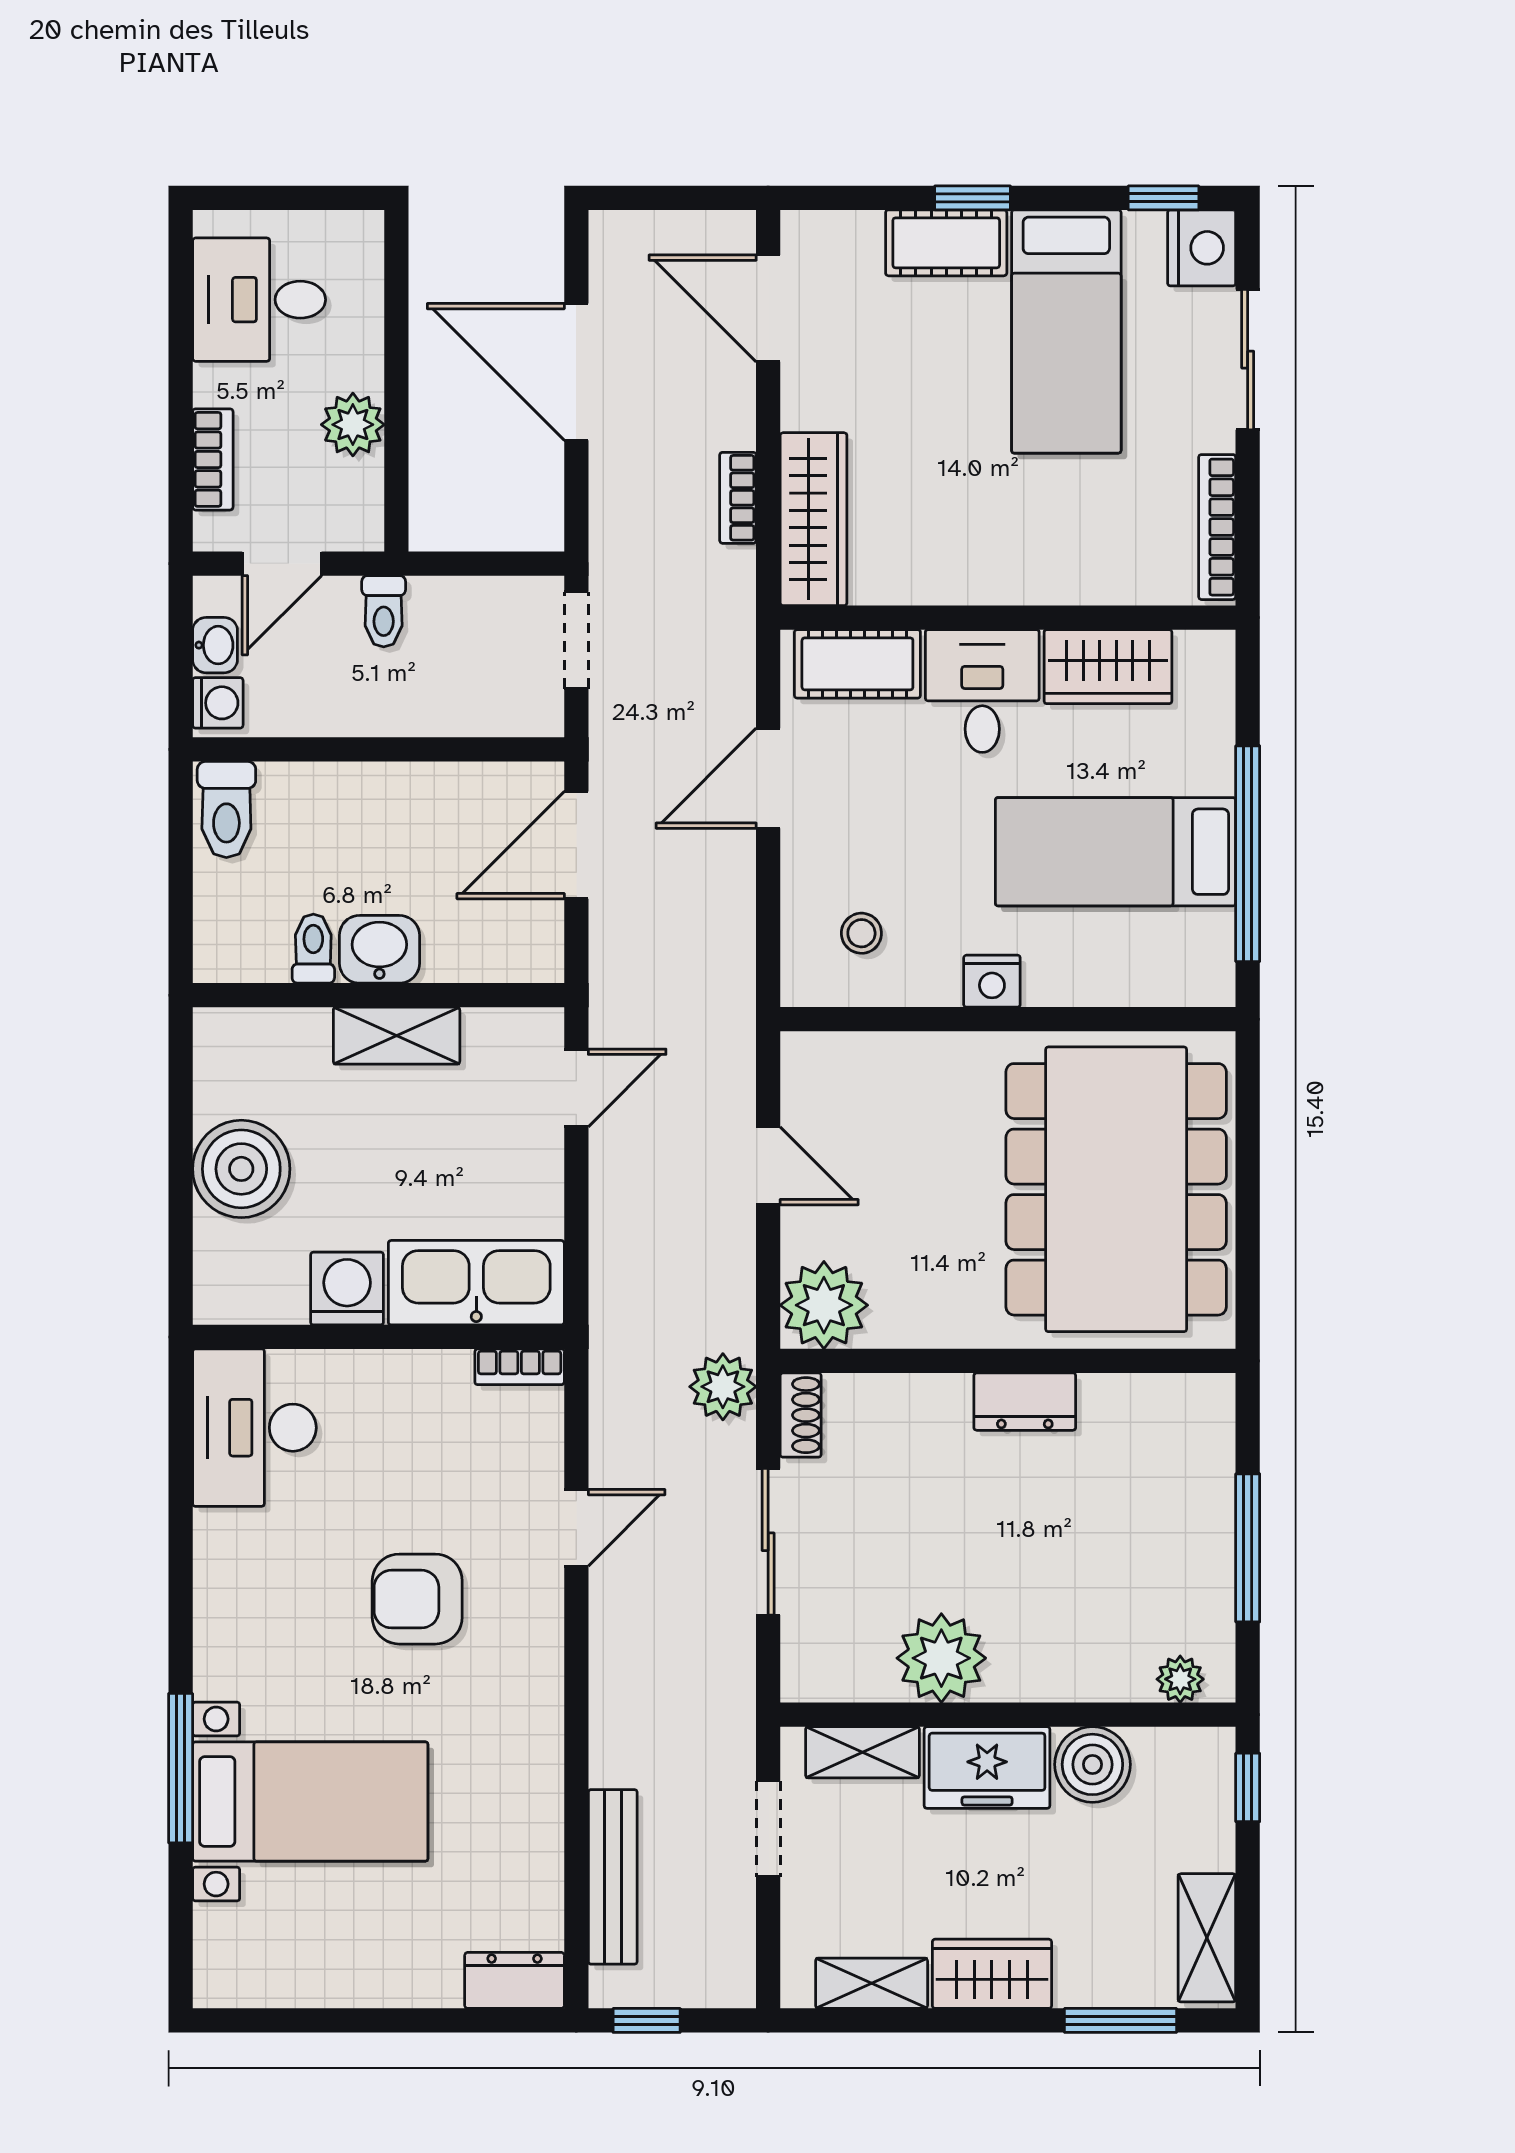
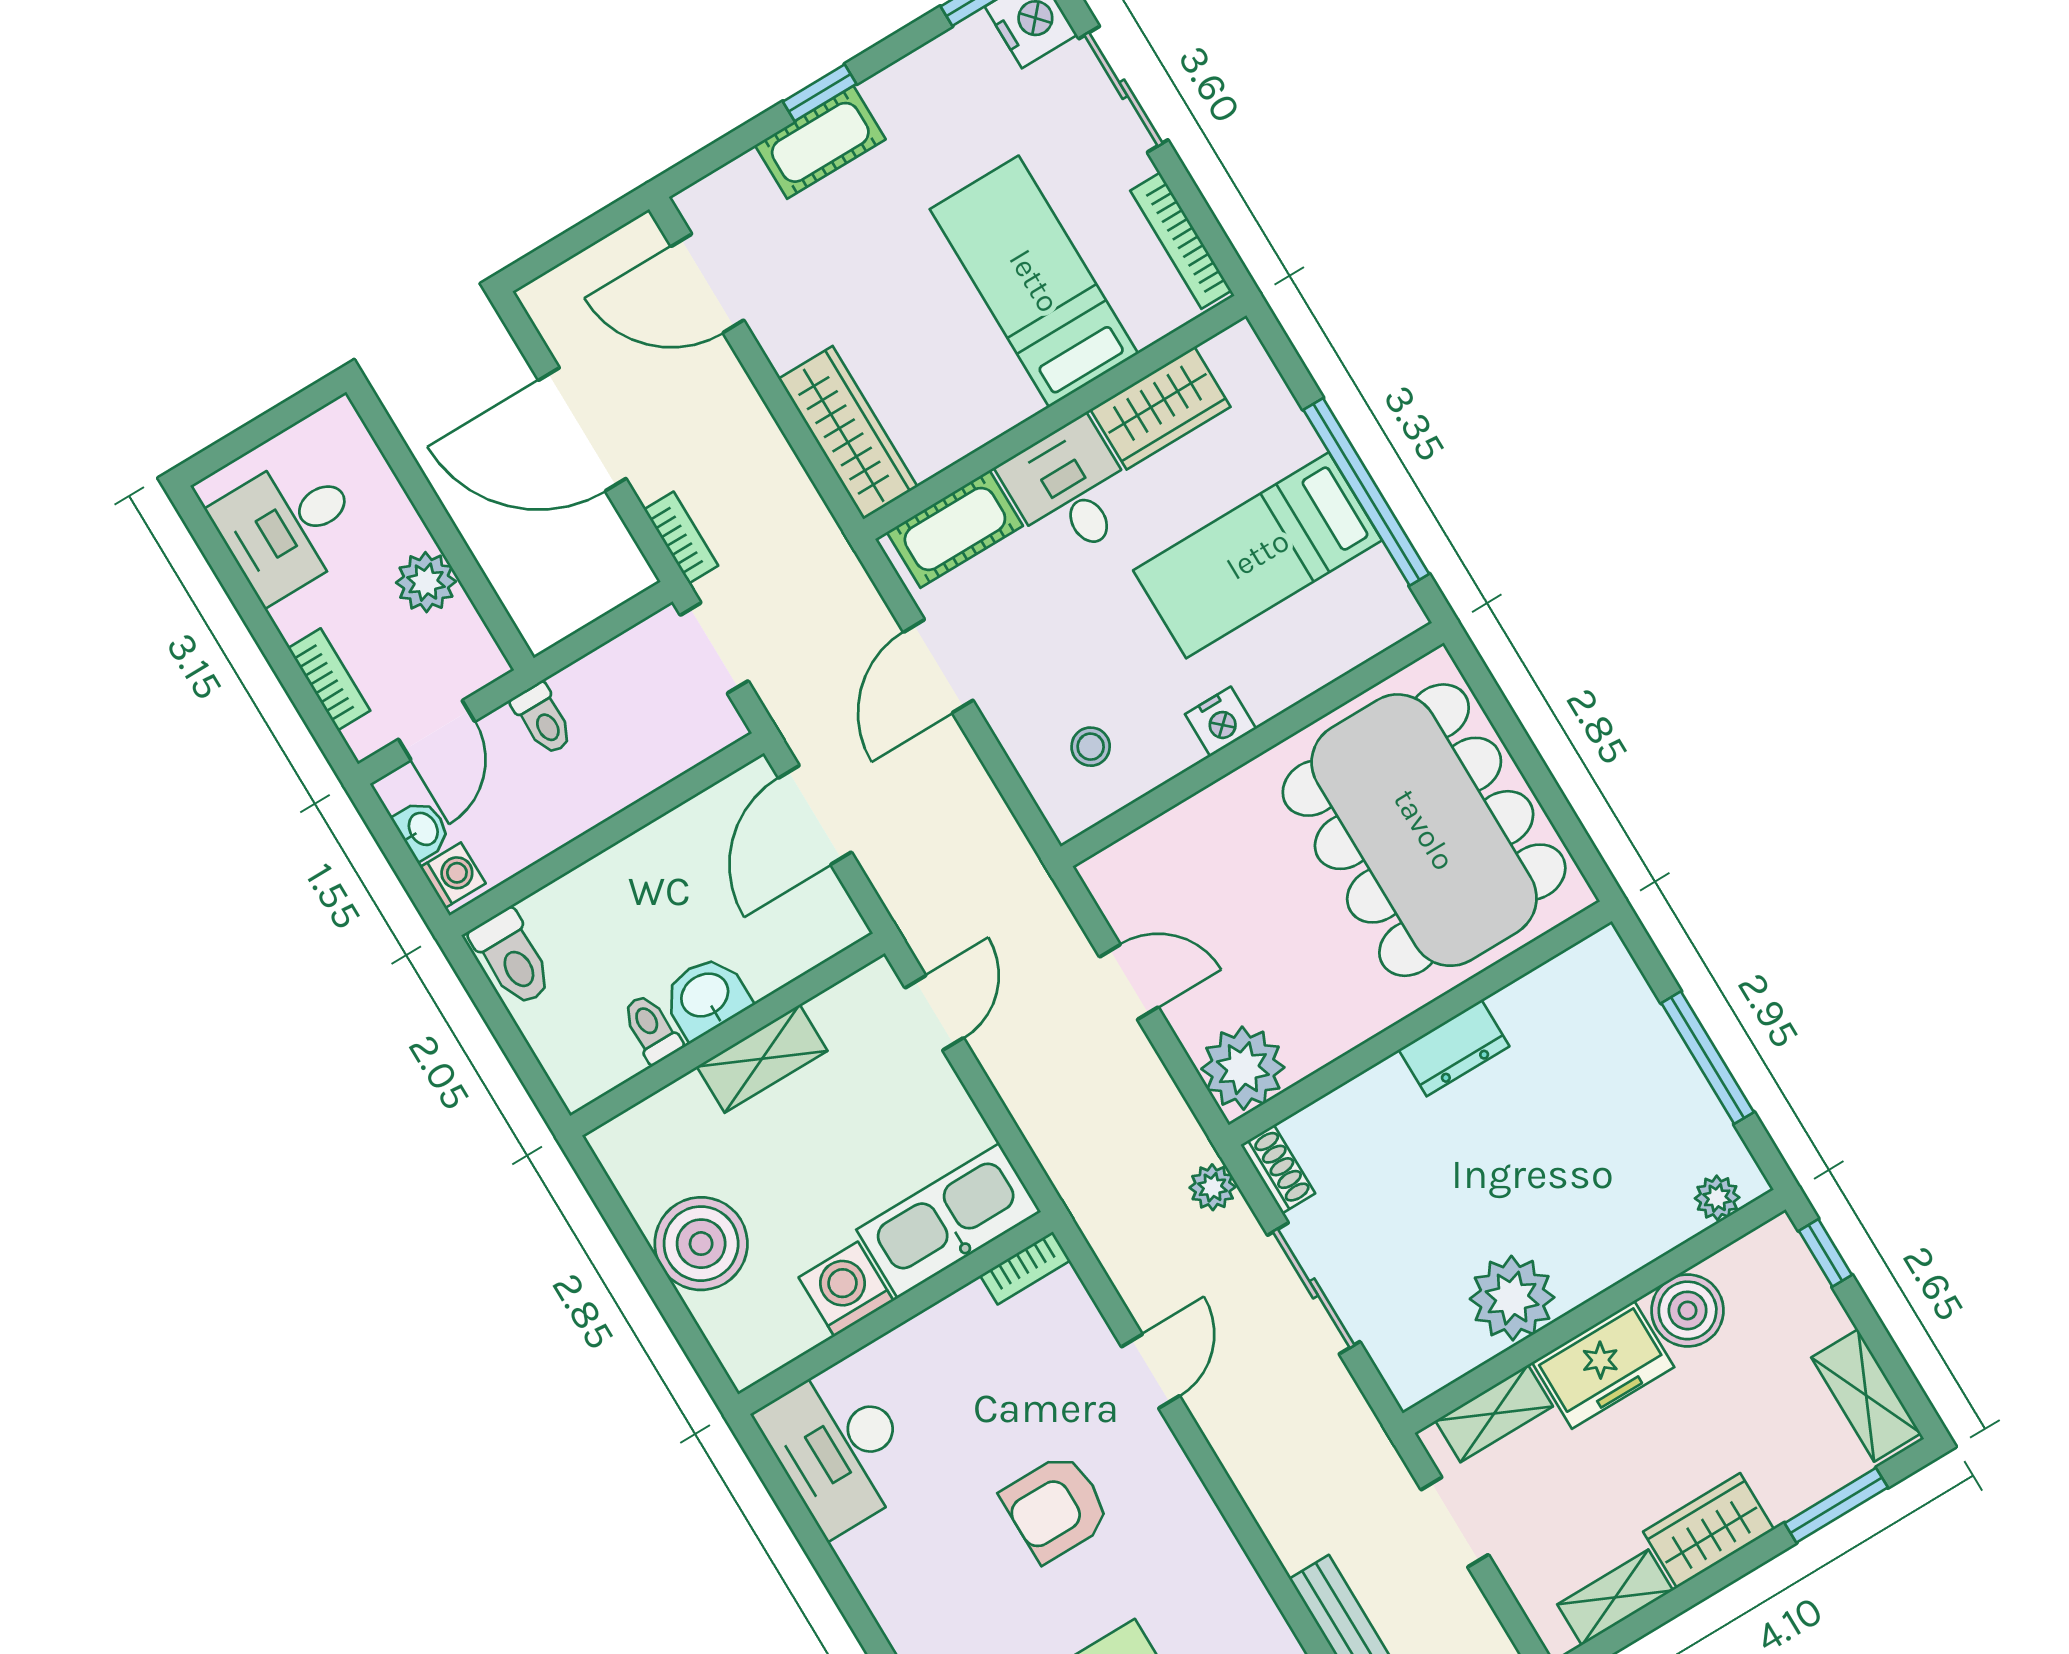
bed: (1066, 331) -> (1034, 281), moved, turned 180
bookcase: (738, 498) -> (681, 538), moved, turned 180
plant: (723, 1387) -> (1212, 1187), width x0.73, depth x0.73

